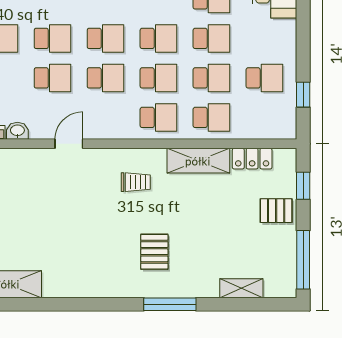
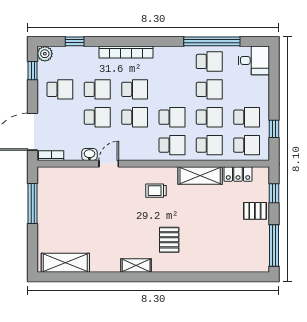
school desk: (158, 38) -> (247, 145), moved
washbasin: (17, 131) -> (89, 155), moved
trolley: (136, 182) -> (156, 191), turned 180
shelving: (241, 288) -> (136, 265), moved
window: (170, 304) -> (180, 277), removed

